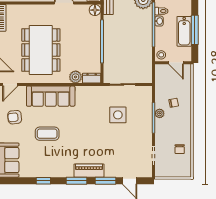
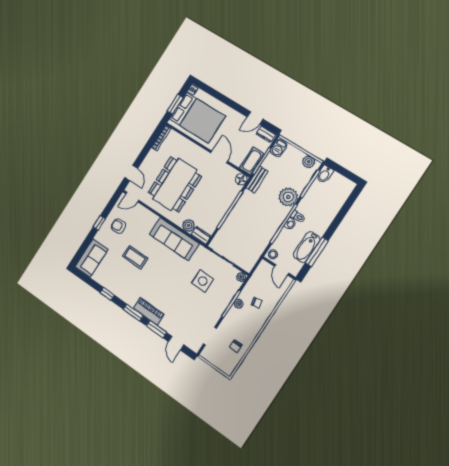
plant: (148, 90) -> (241, 277), added
sofa: (51, 96) -> (174, 239), moved

